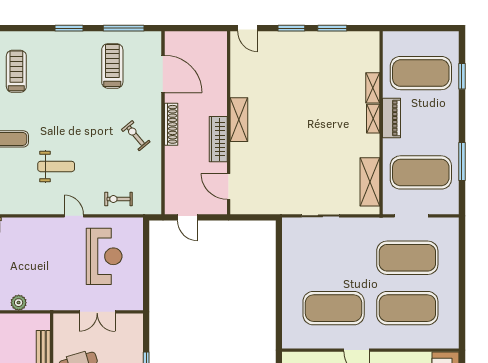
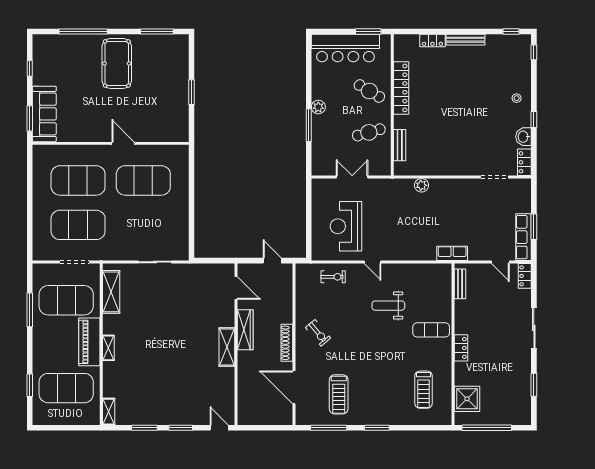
shelving: (373, 88) -> (109, 412), moved
piano: (392, 118) -> (89, 342), width x1.37, depth x1.33

